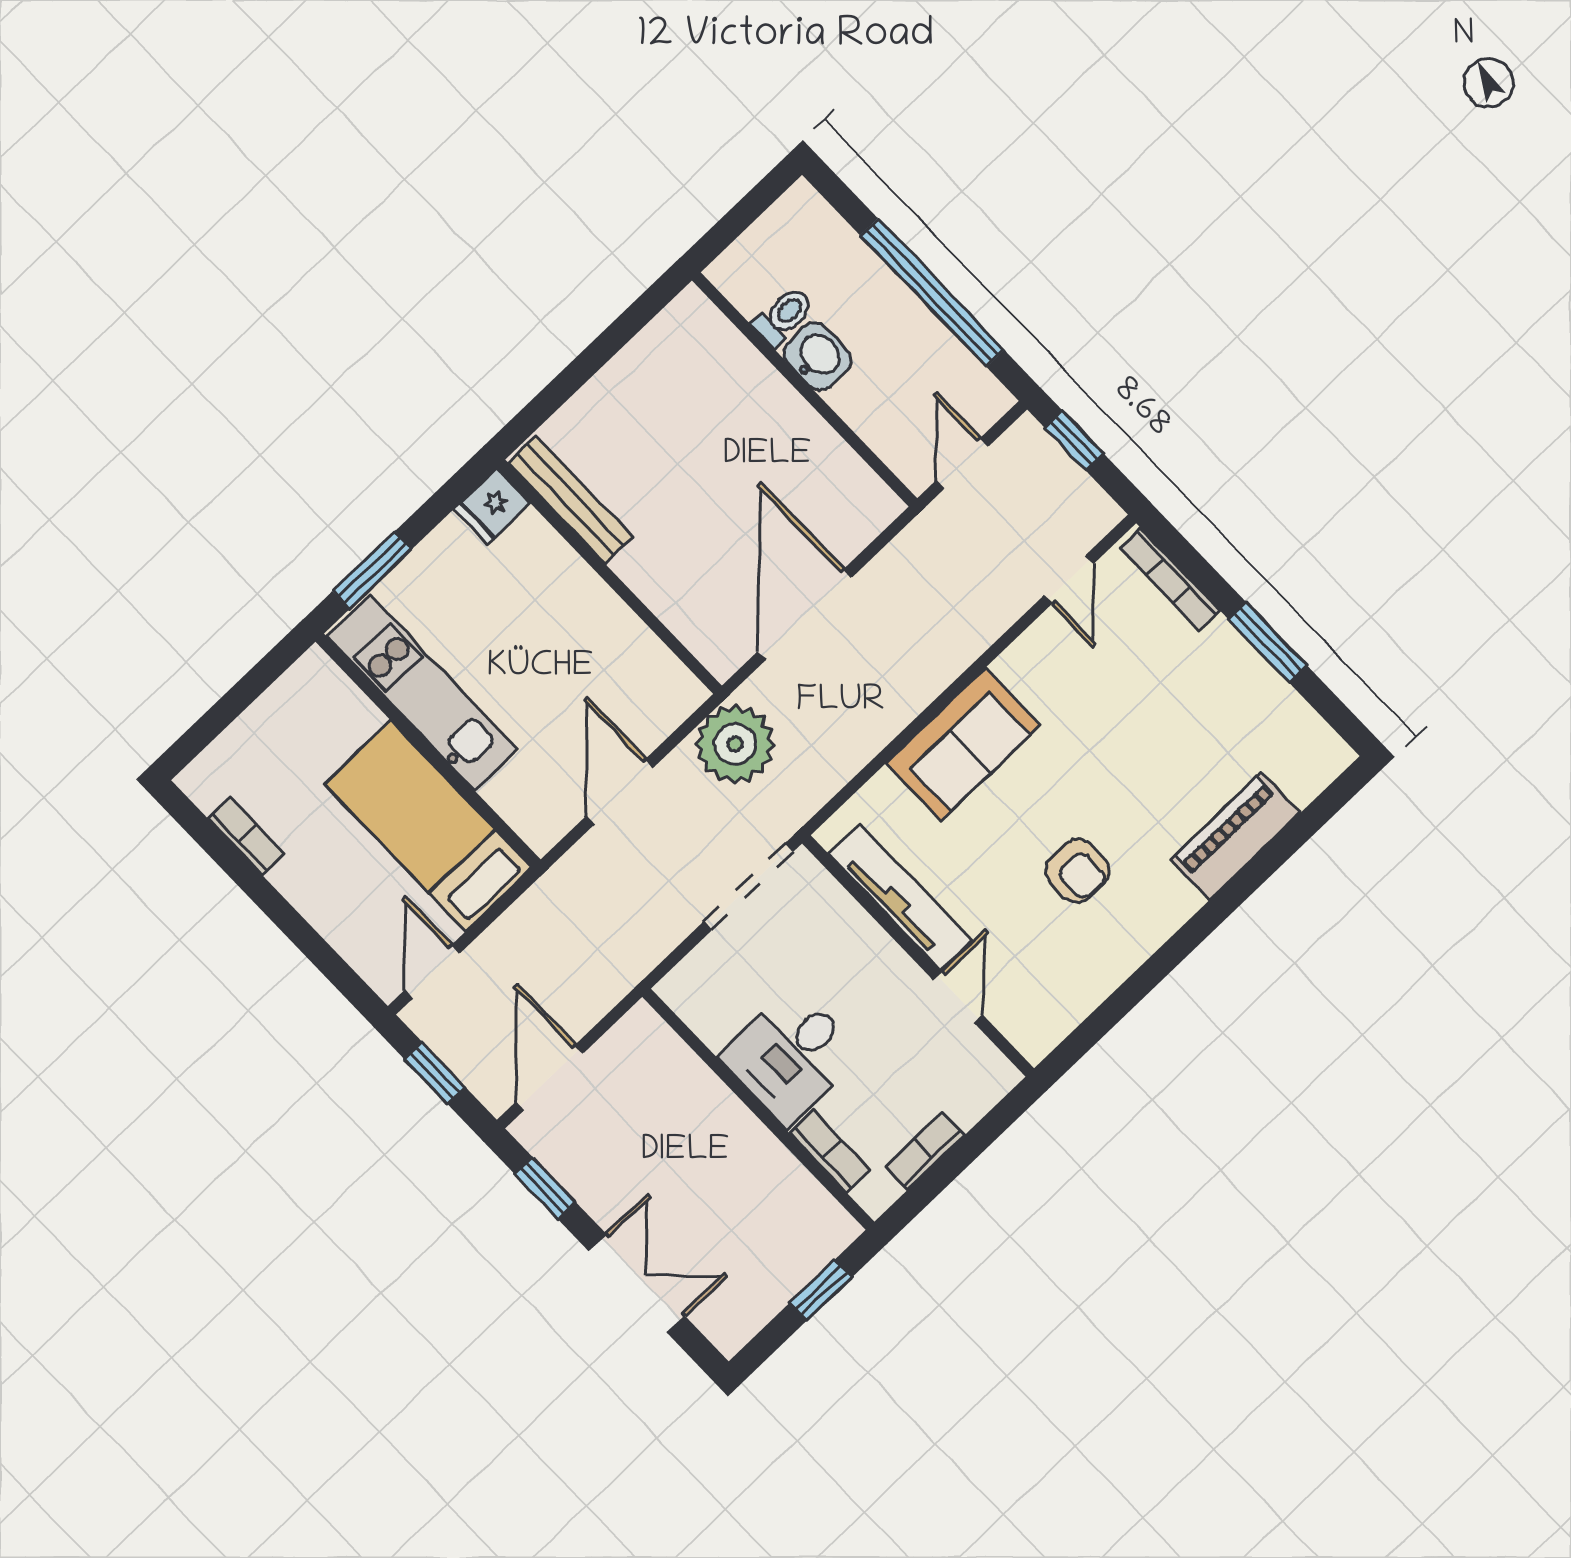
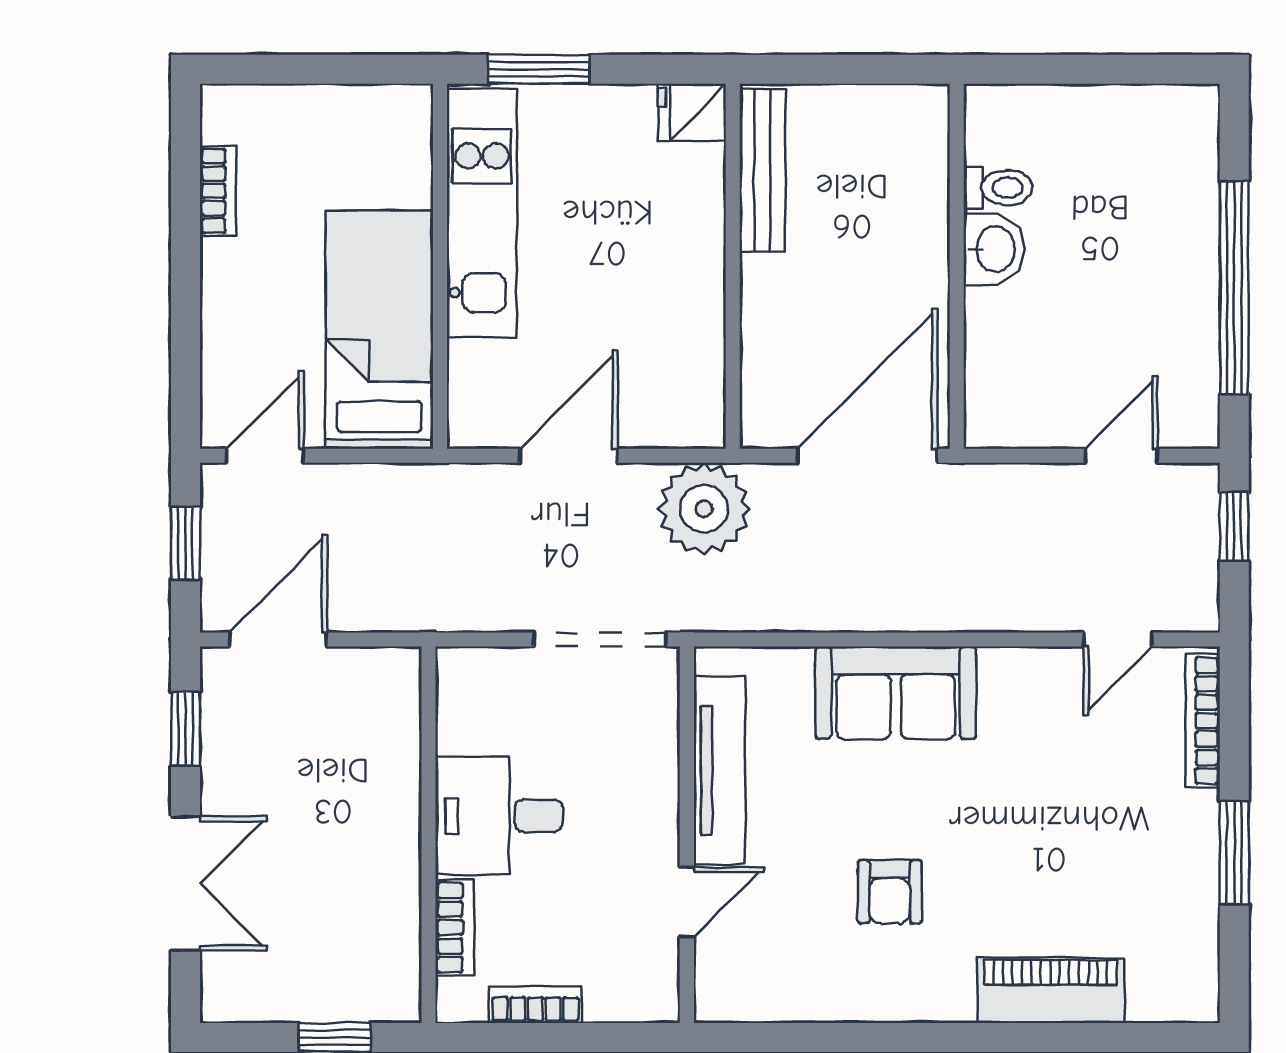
toilet: (784, 316) -> (998, 188), moved
washbasin: (818, 357) -> (994, 249), moved
wall: (805, 389) -> (957, 266), moved

